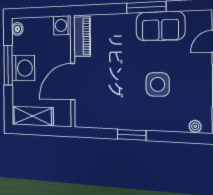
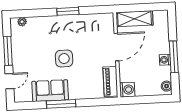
washing machine: (23, 68) -> (165, 60), width x0.53, depth x0.53
side table: (158, 84) -> (64, 59), moved
shelving: (32, 116) -> (134, 19), moved

